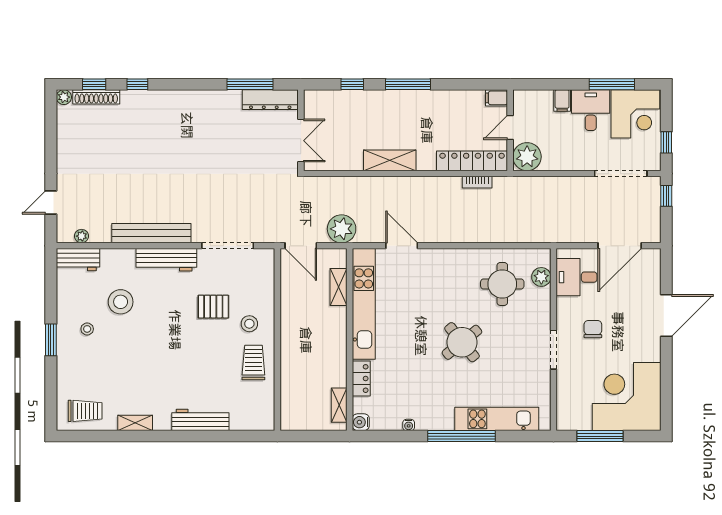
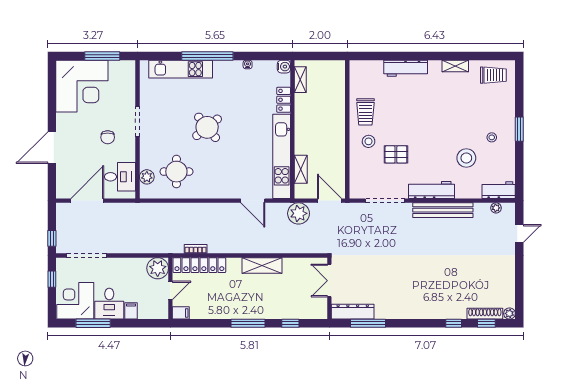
trolley: (85, 411) -> (493, 75), turned 180

